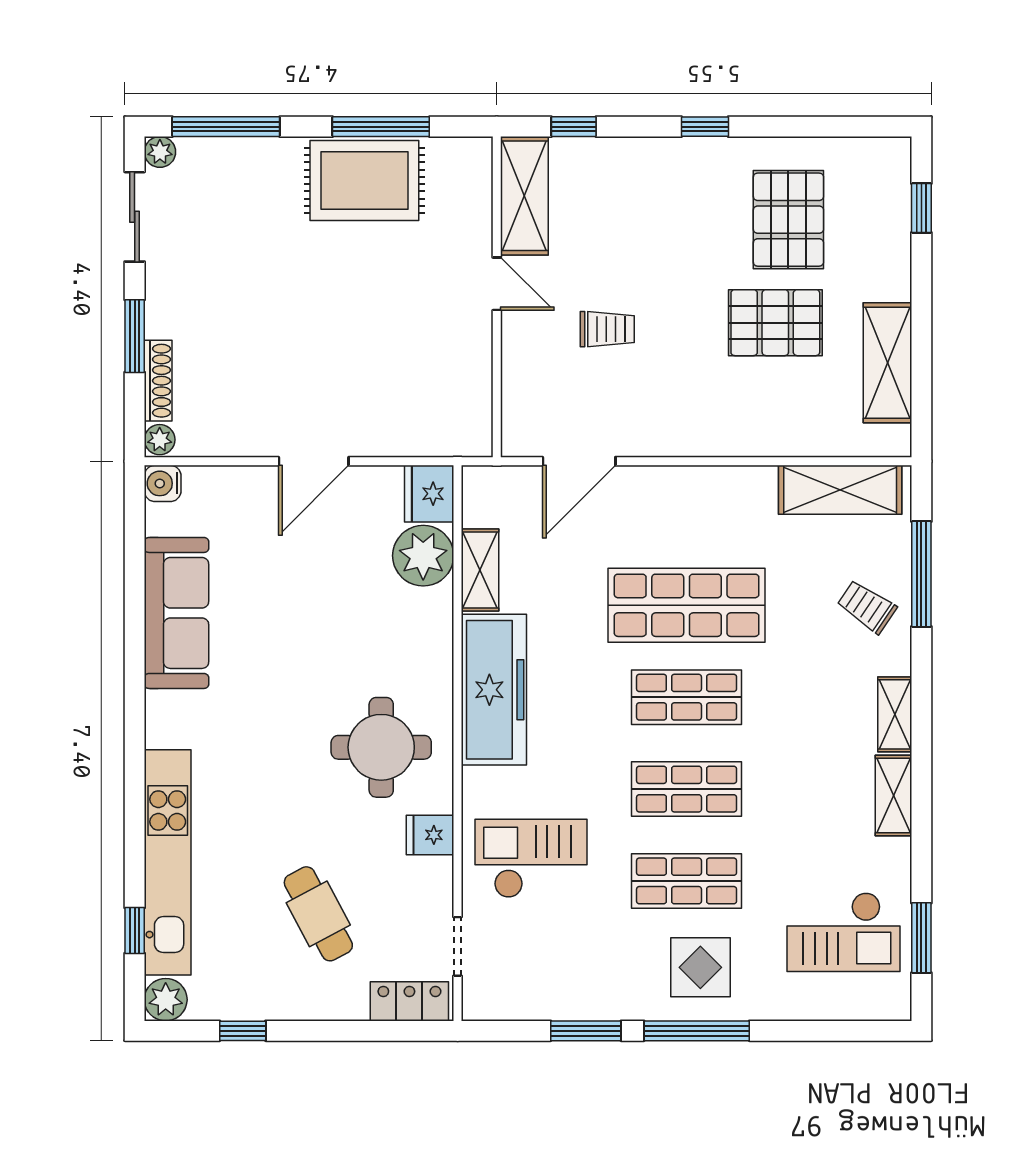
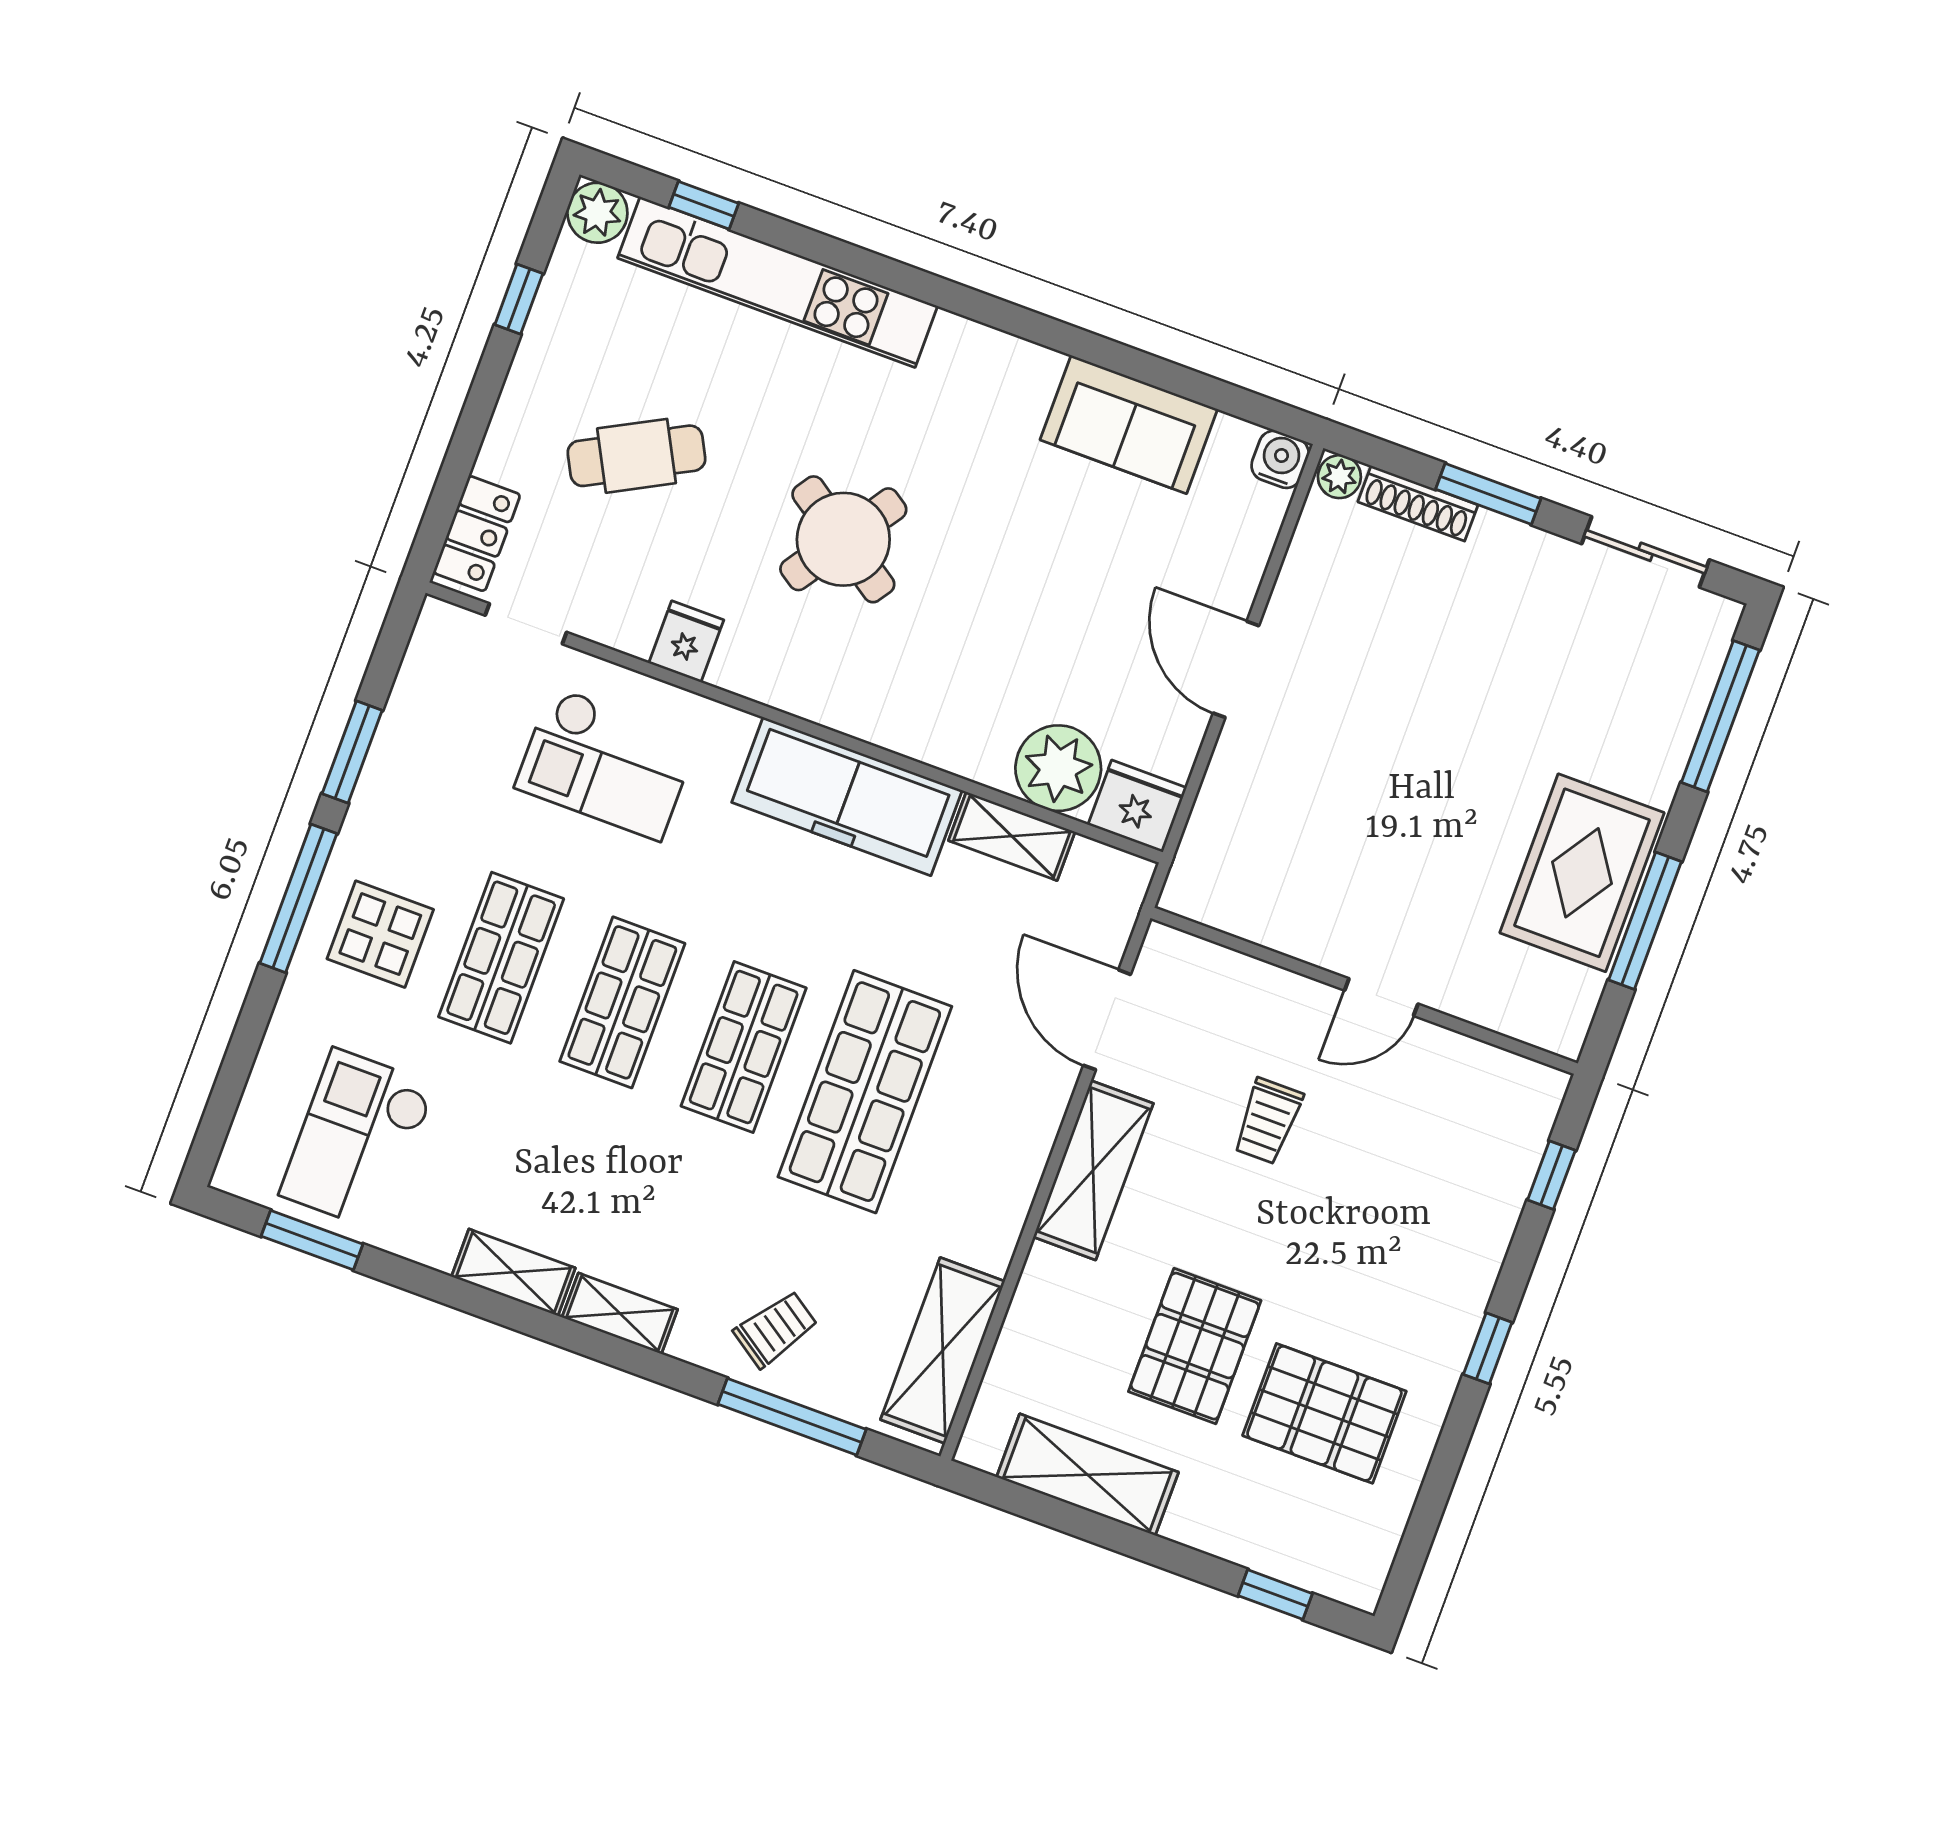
plant: (160, 152) -> (1719, 617), removed
shelving: (524, 196) -> (1093, 1170), moved, turned 90
sofa: (176, 613) -> (1129, 424), width x0.73
round table: (381, 747) -> (843, 539), moved, turned 34
checkout: (531, 858) -> (606, 763), turned 90

